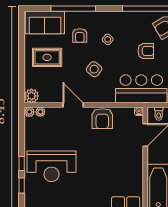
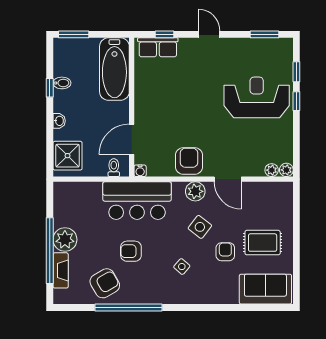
window: (73, 9) -> (228, 307), removed
armchair: (80, 35) -> (225, 252), moved
plant: (31, 96) -> (195, 191), moved

